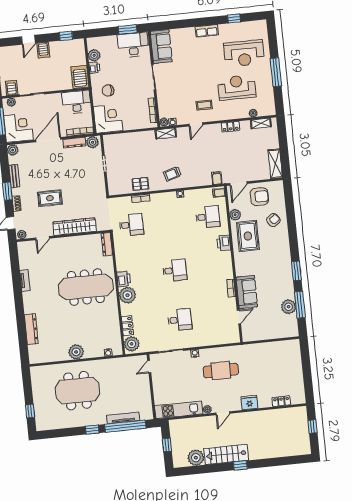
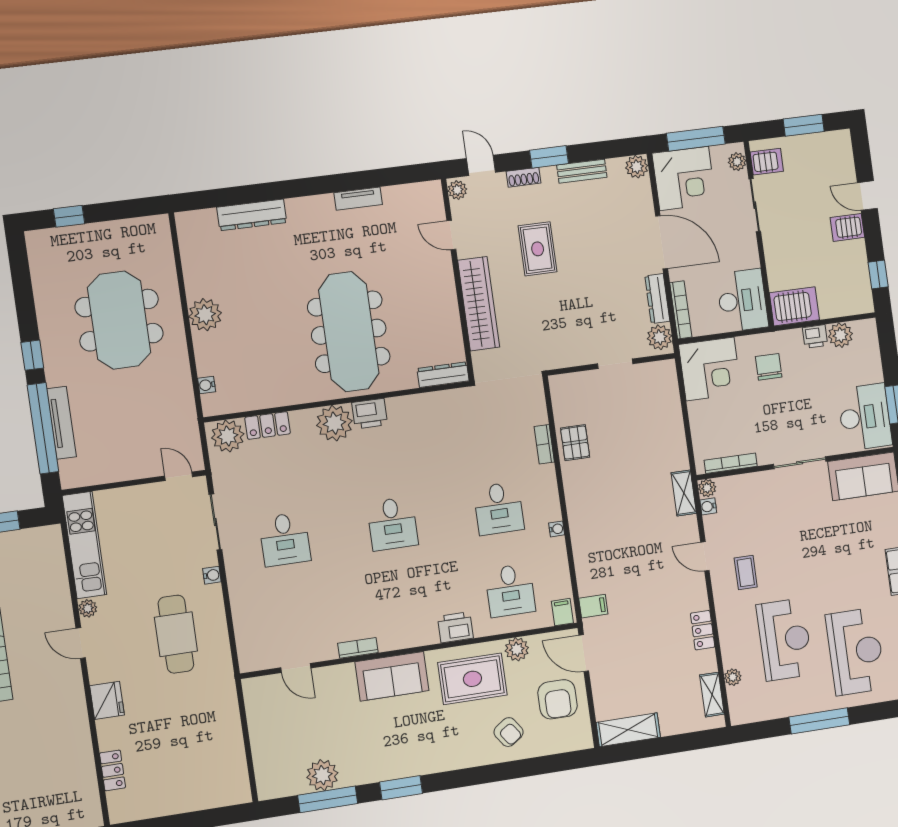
reception desk: (244, 53) -> (856, 652), turned 180
trolley: (172, 174) -> (599, 510), removed
desk: (131, 225) -> (499, 508), moved
sofa: (247, 292) -> (392, 676), moved

